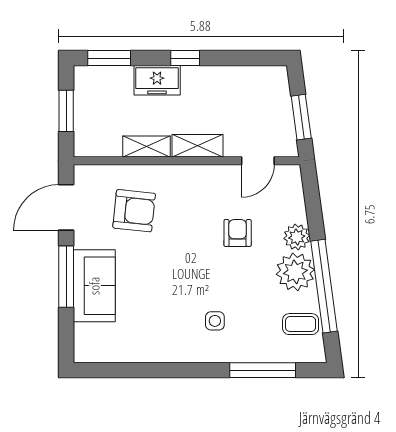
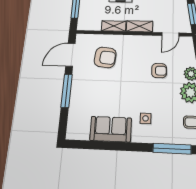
armchair: (238, 233) -> (159, 71), turned 90
sofa: (94, 286) -> (111, 129), moved, turned -90

